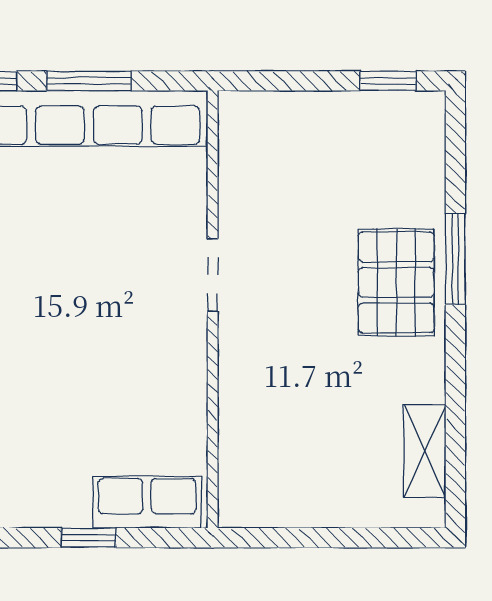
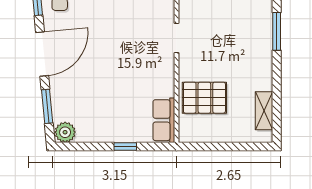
pallet: (396, 282) -> (204, 98), moved, turned 90
row of seats: (147, 502) -> (164, 120), moved, turned -90

